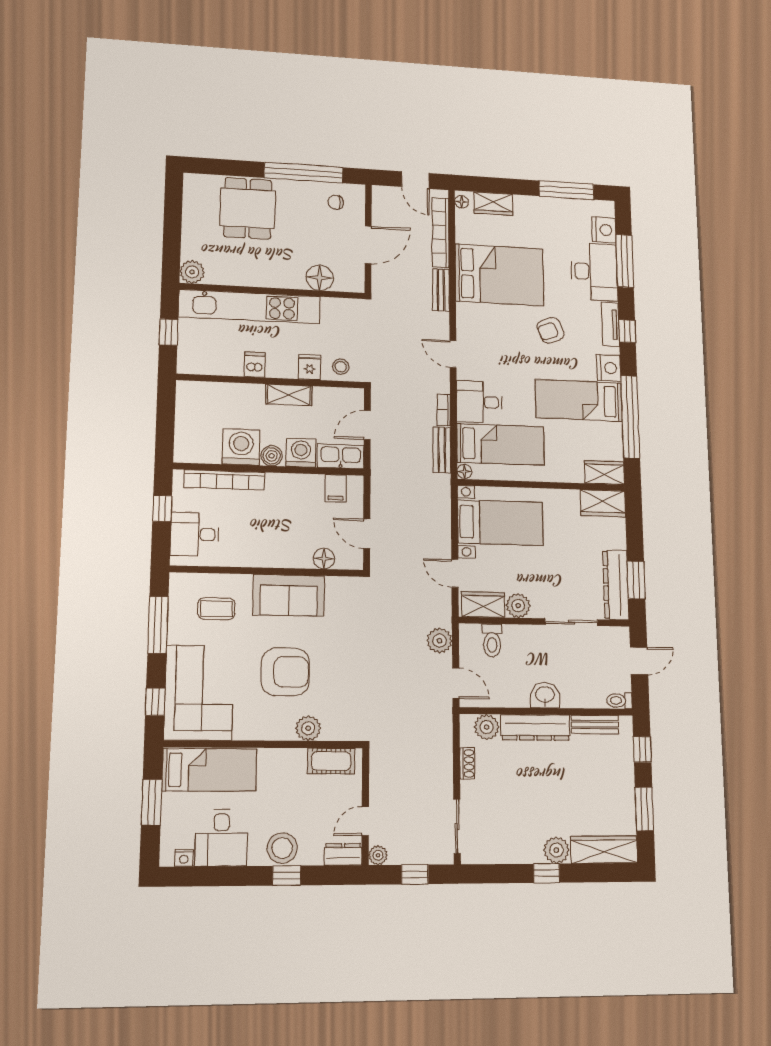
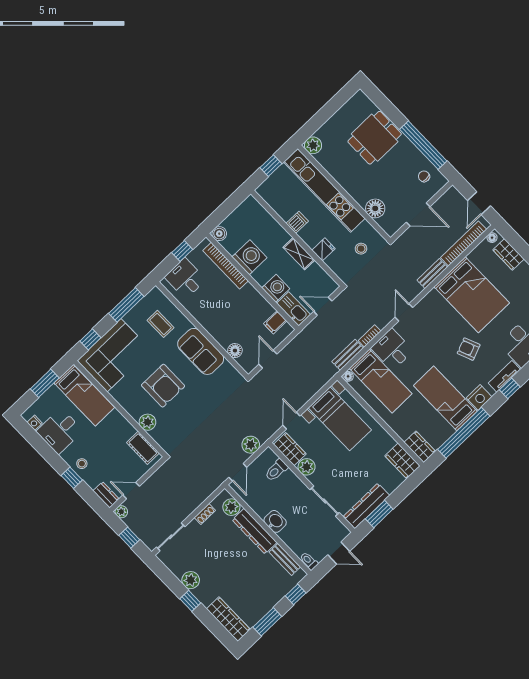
stool: (341, 367) -> (361, 249), moved
boiler: (272, 456) -> (219, 234), moved
stool: (282, 848) -> (82, 464), width x0.53, depth x0.53
plant: (556, 850) -> (191, 580), moved

